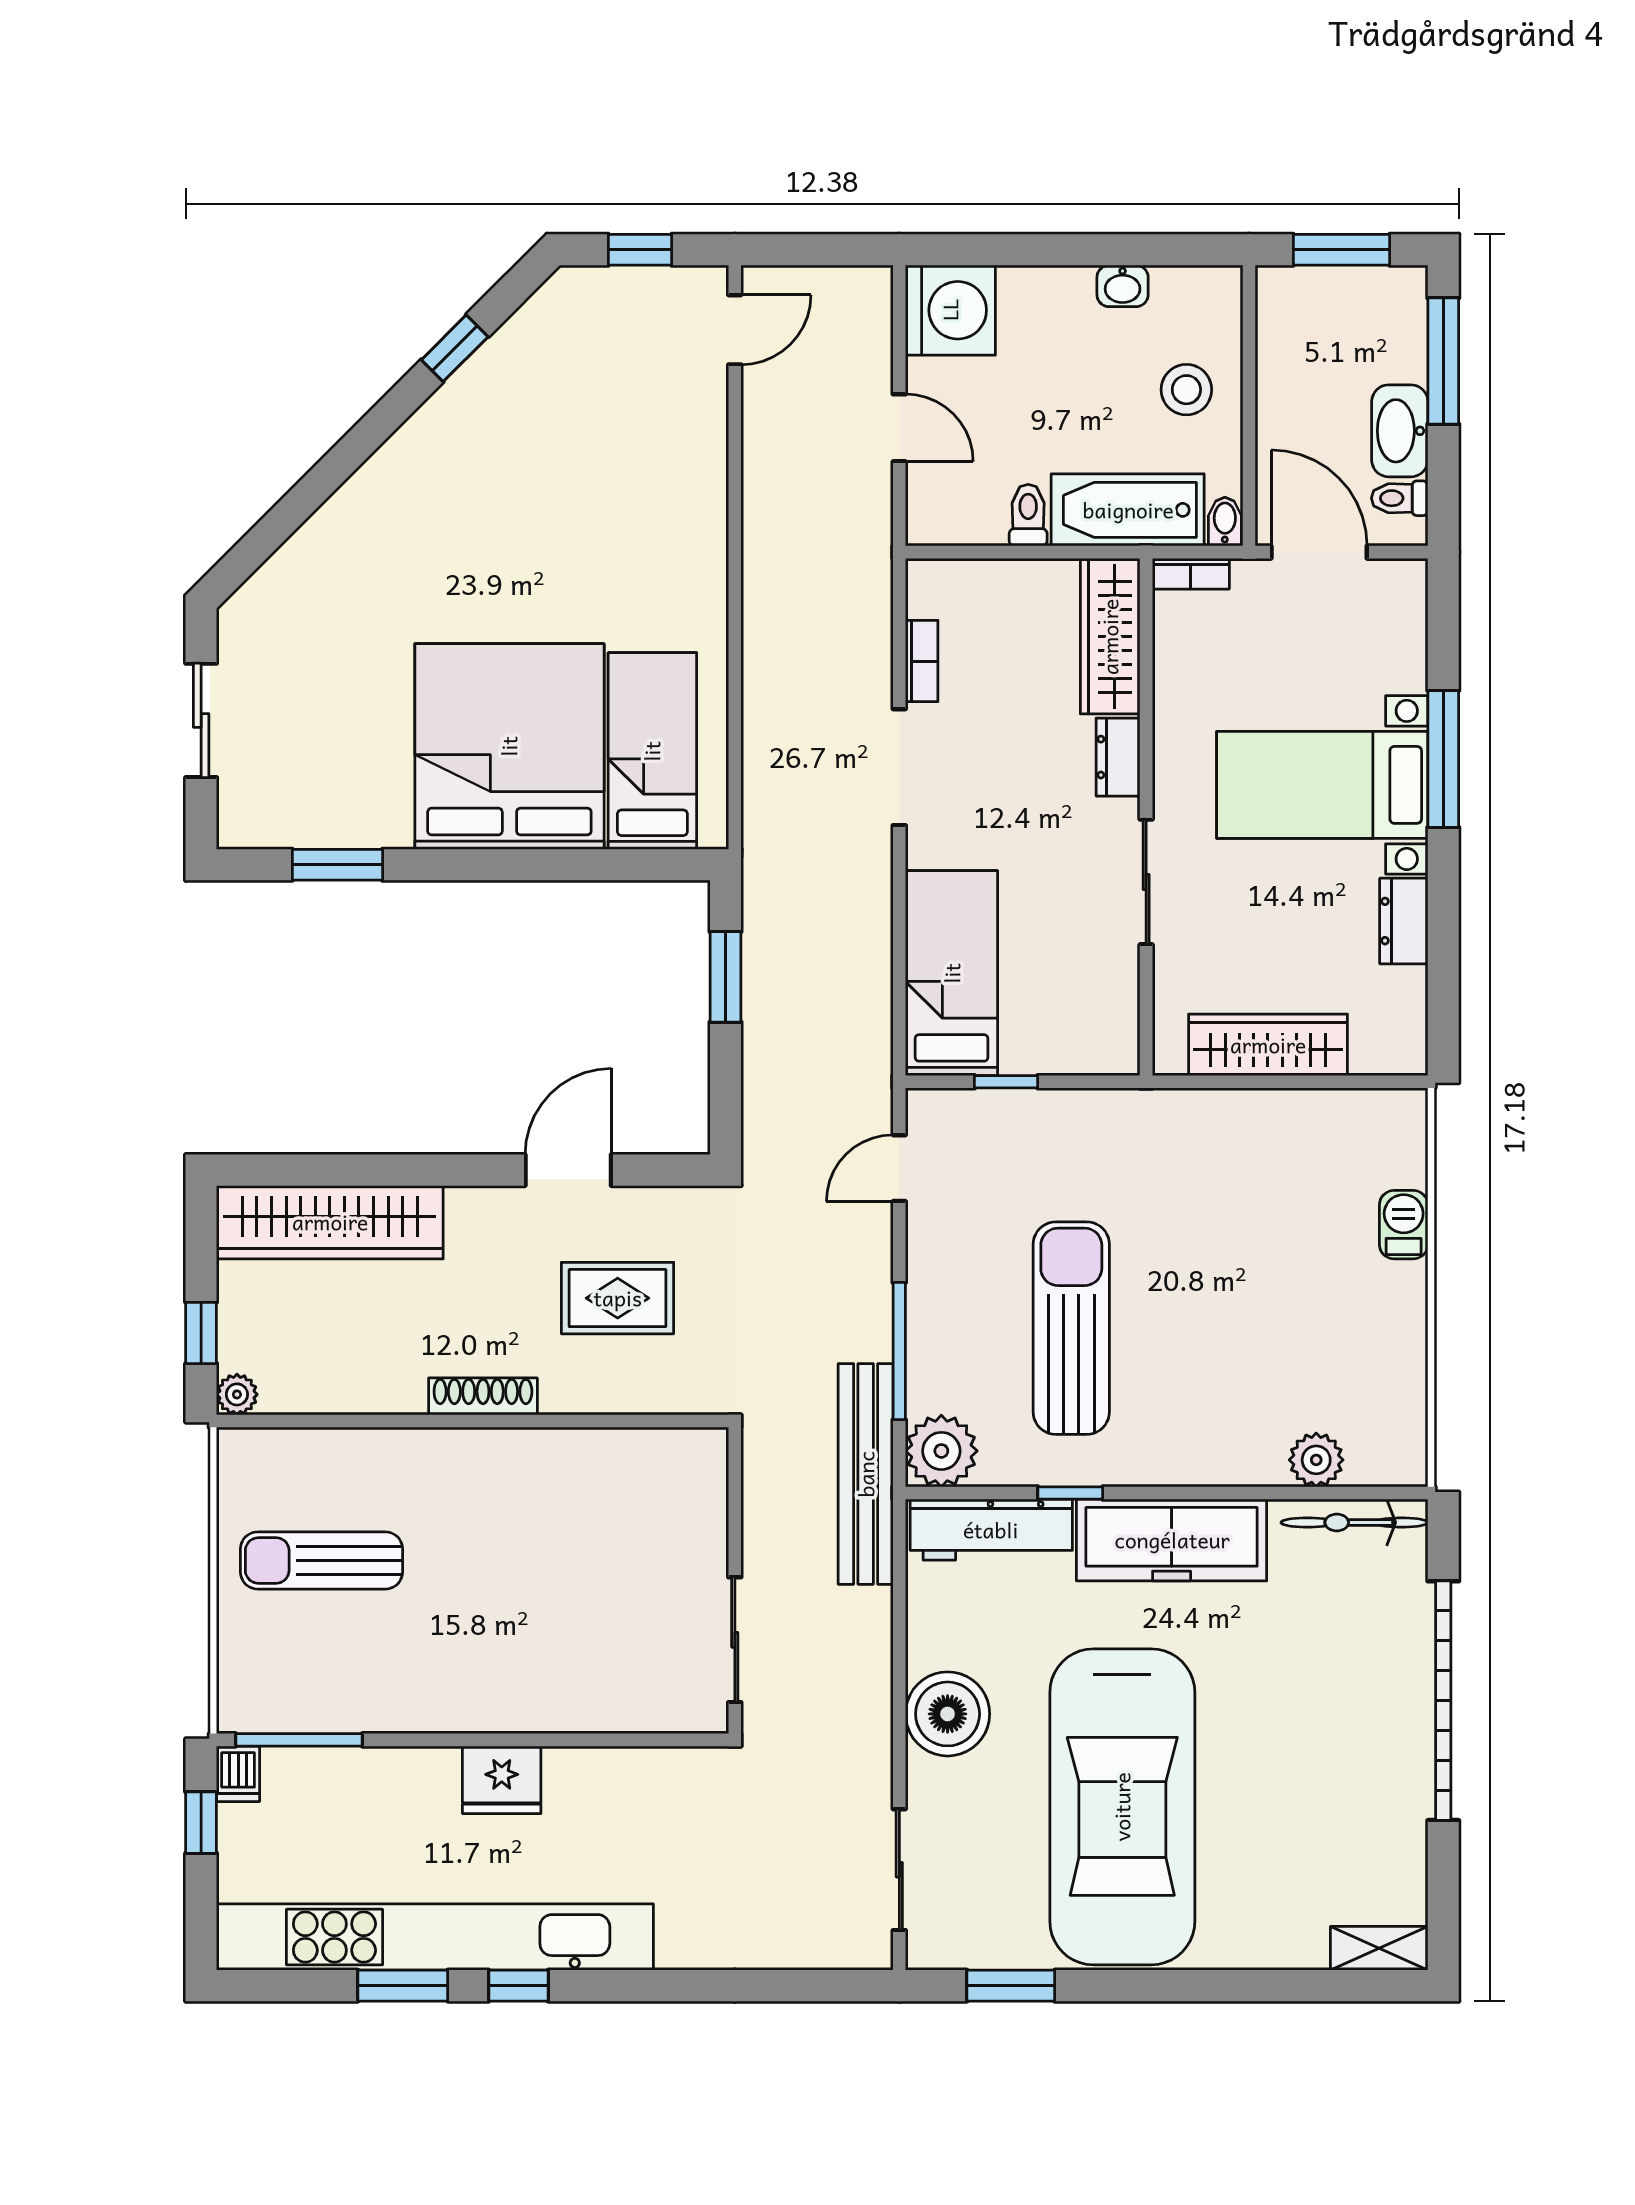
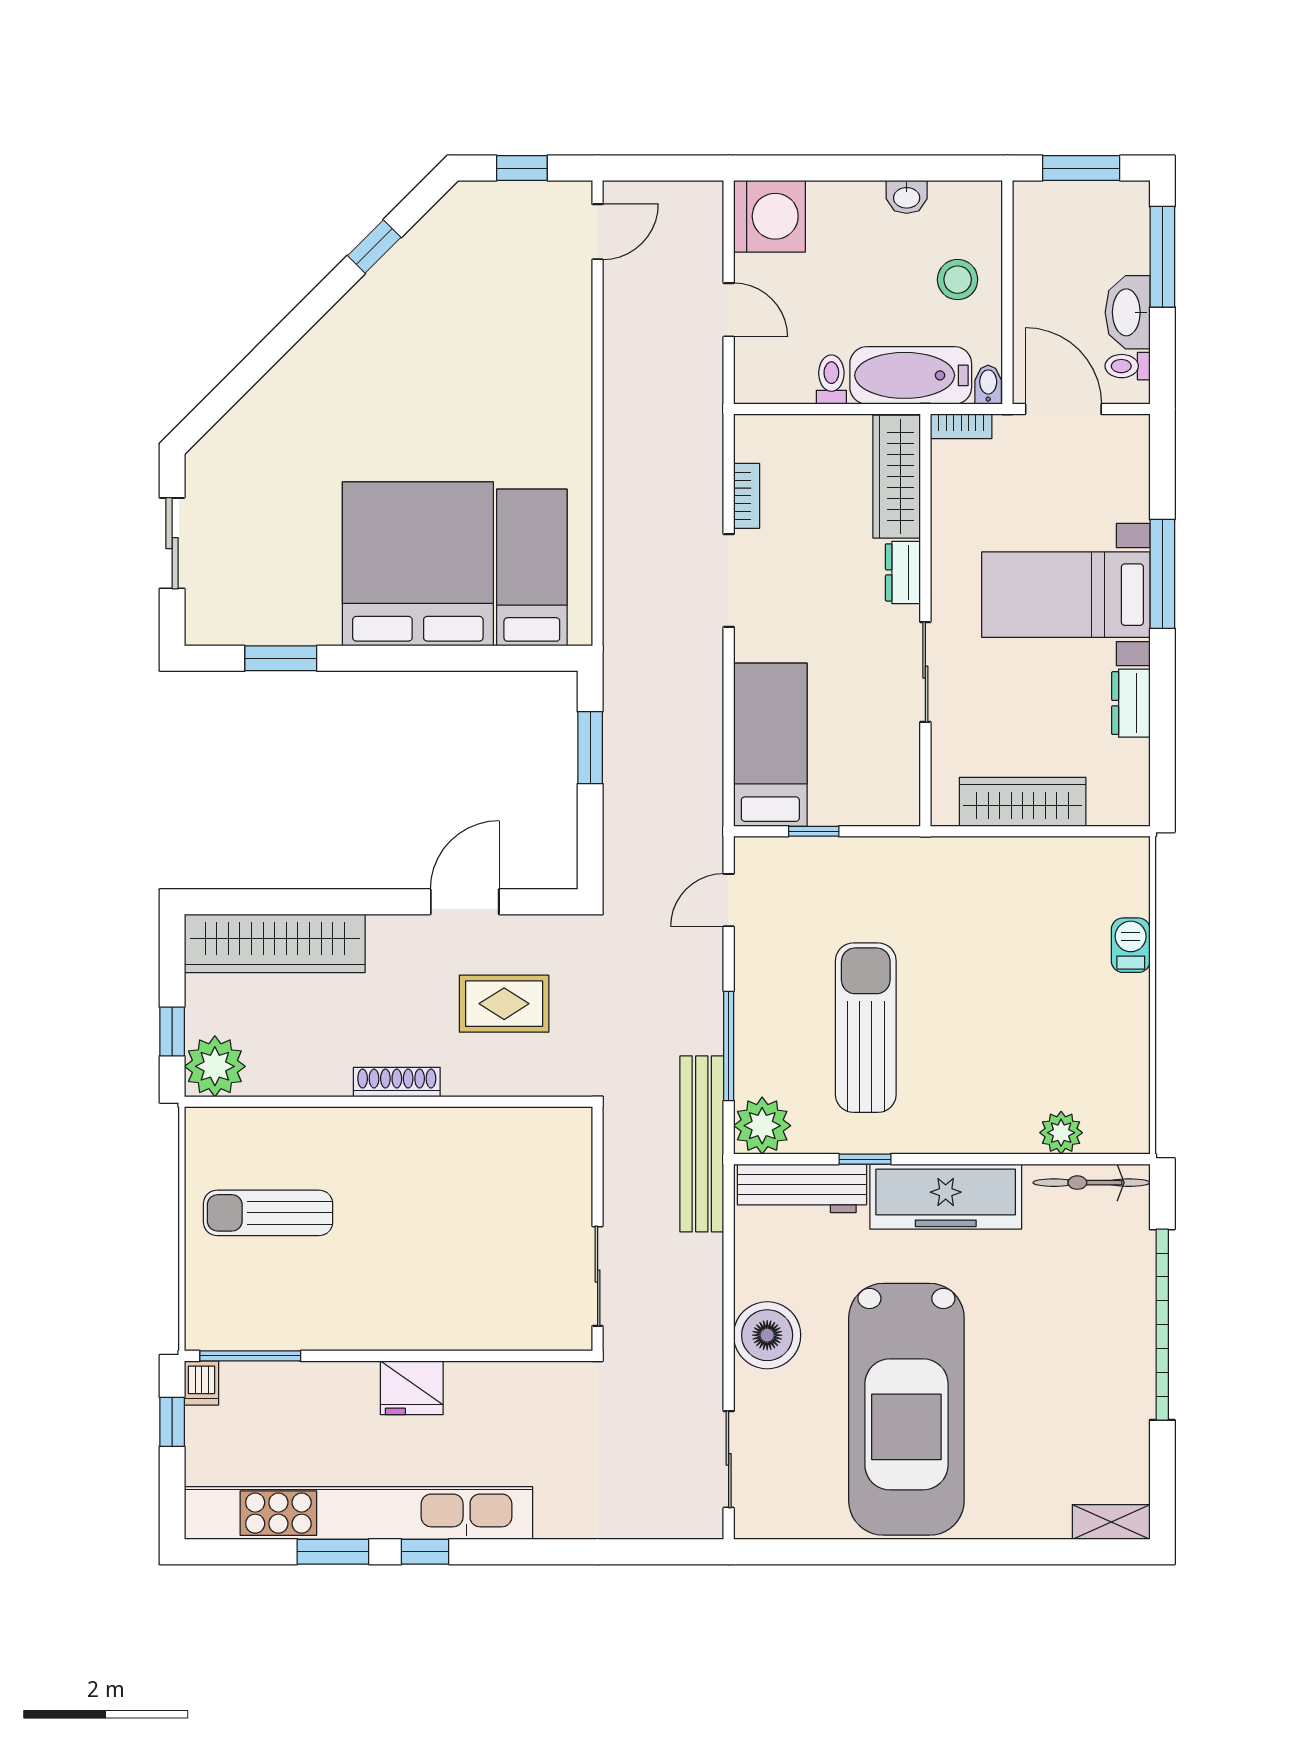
plant: (237, 1394) -> (215, 1066), width x1.88, depth x1.88
window: (1011, 1986) -> (818, 1552), removed

